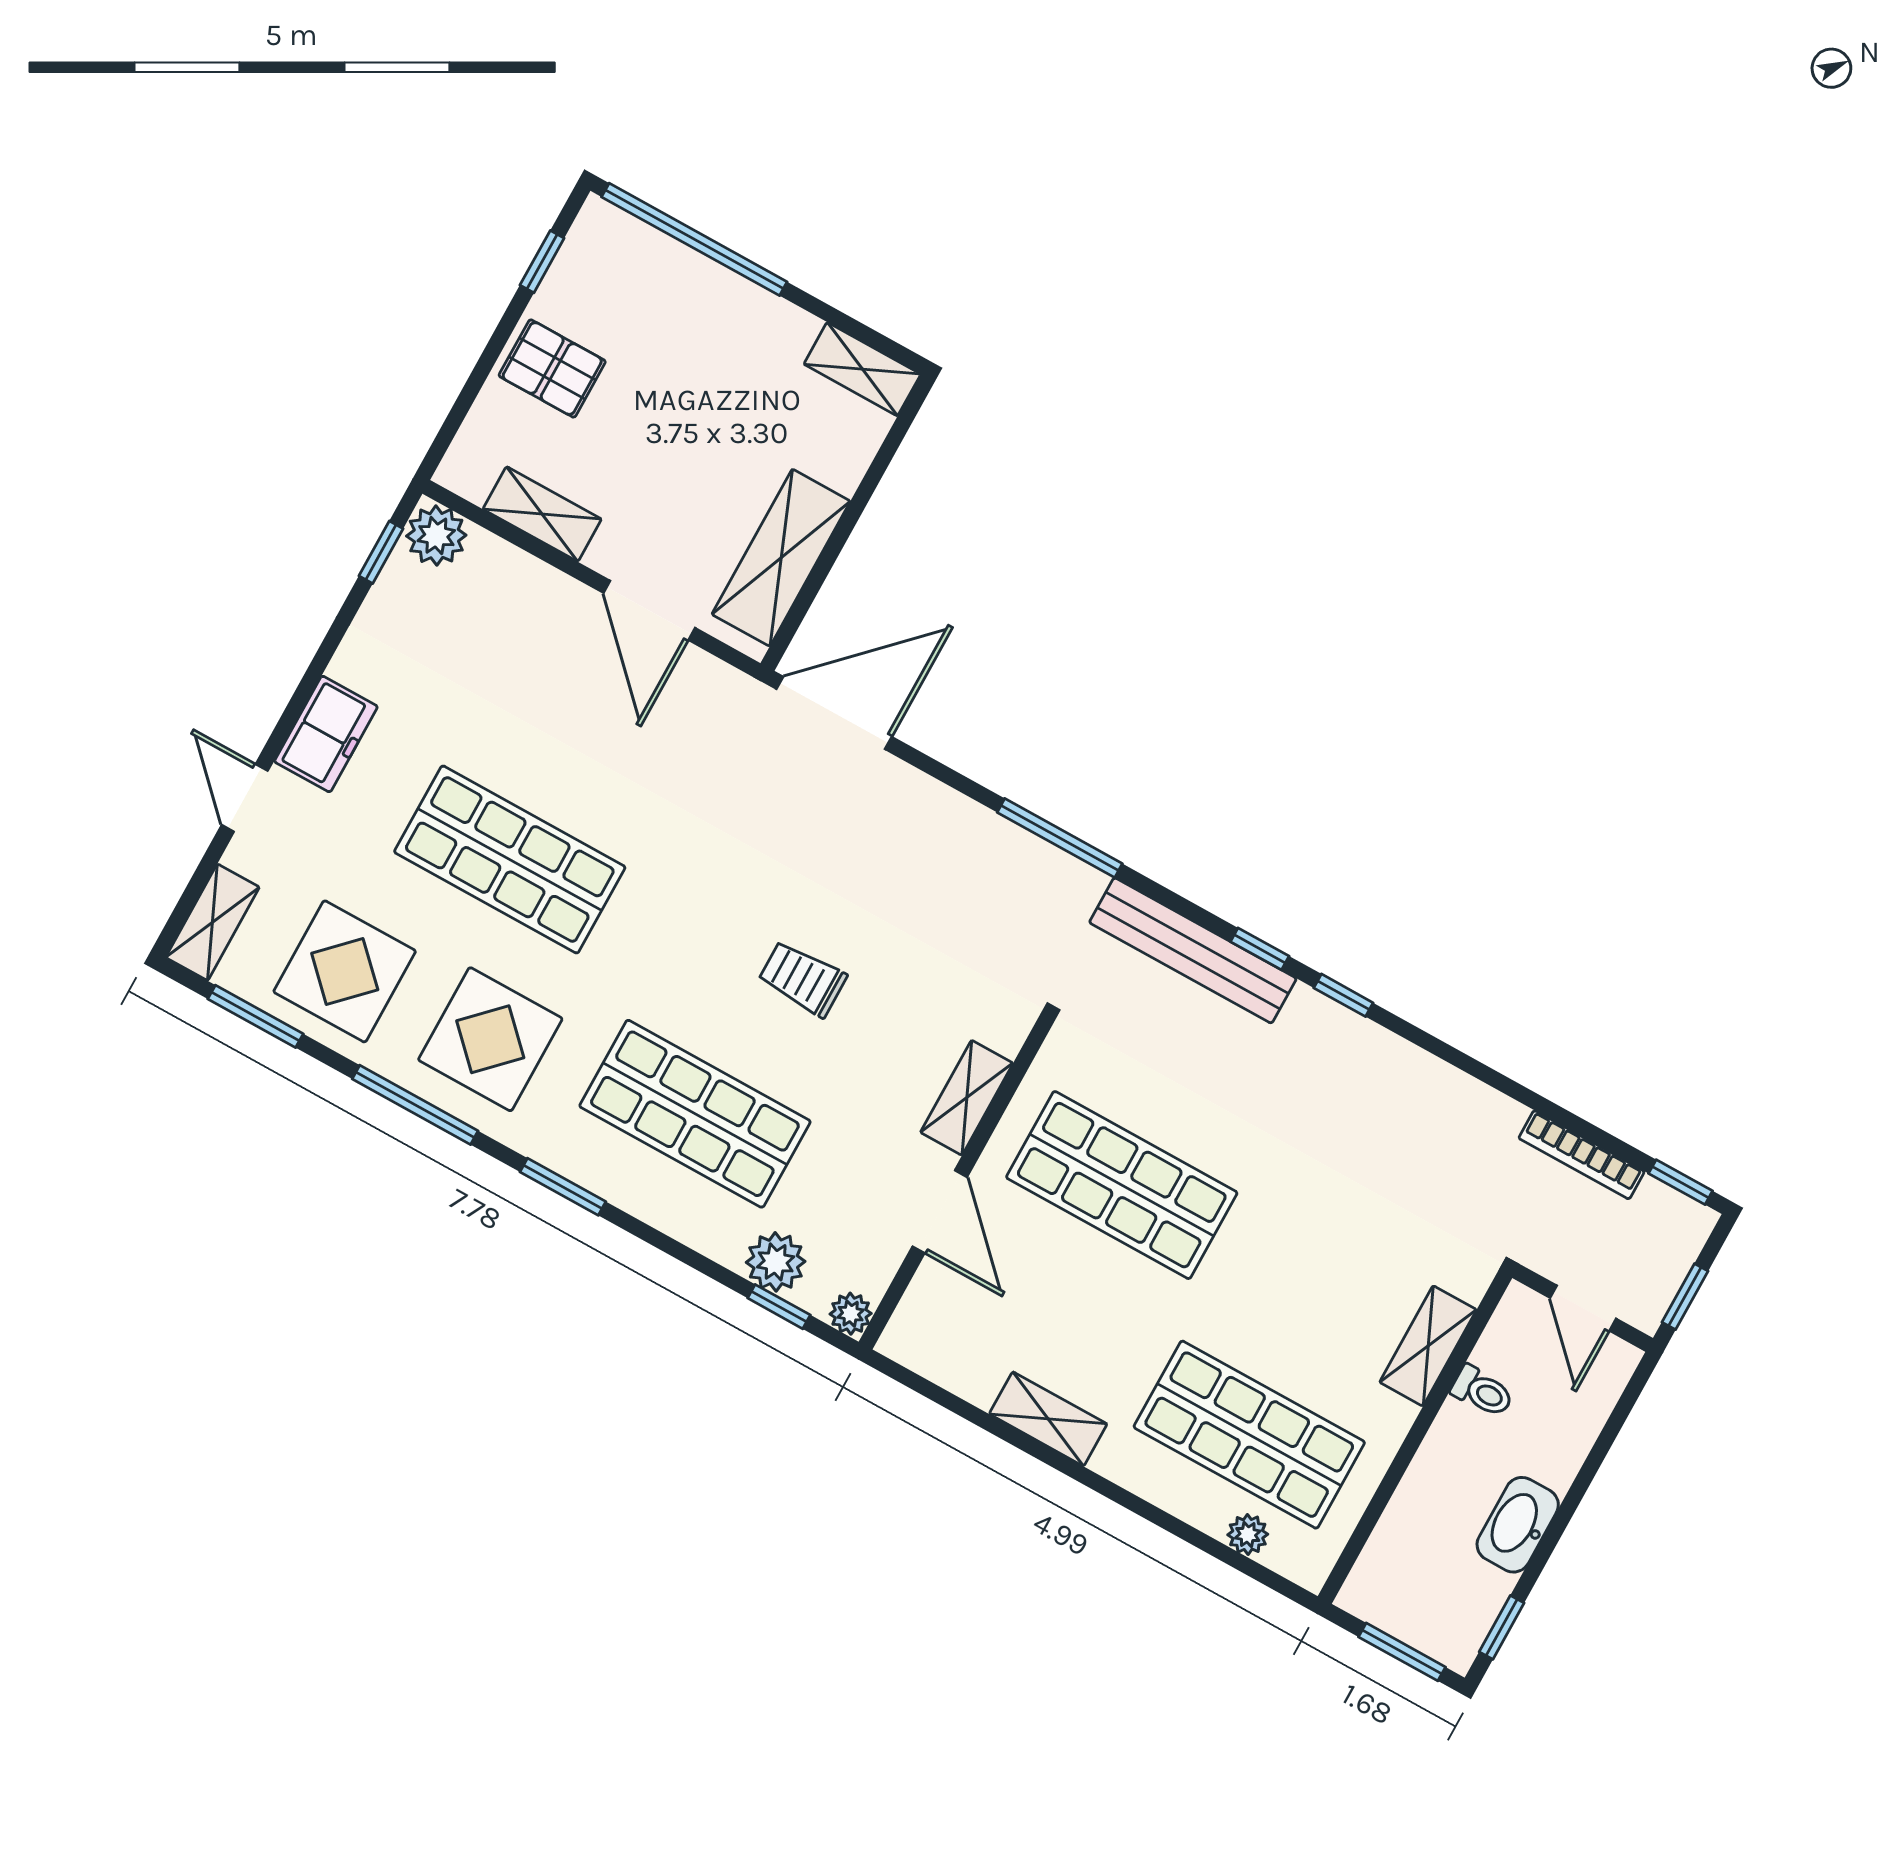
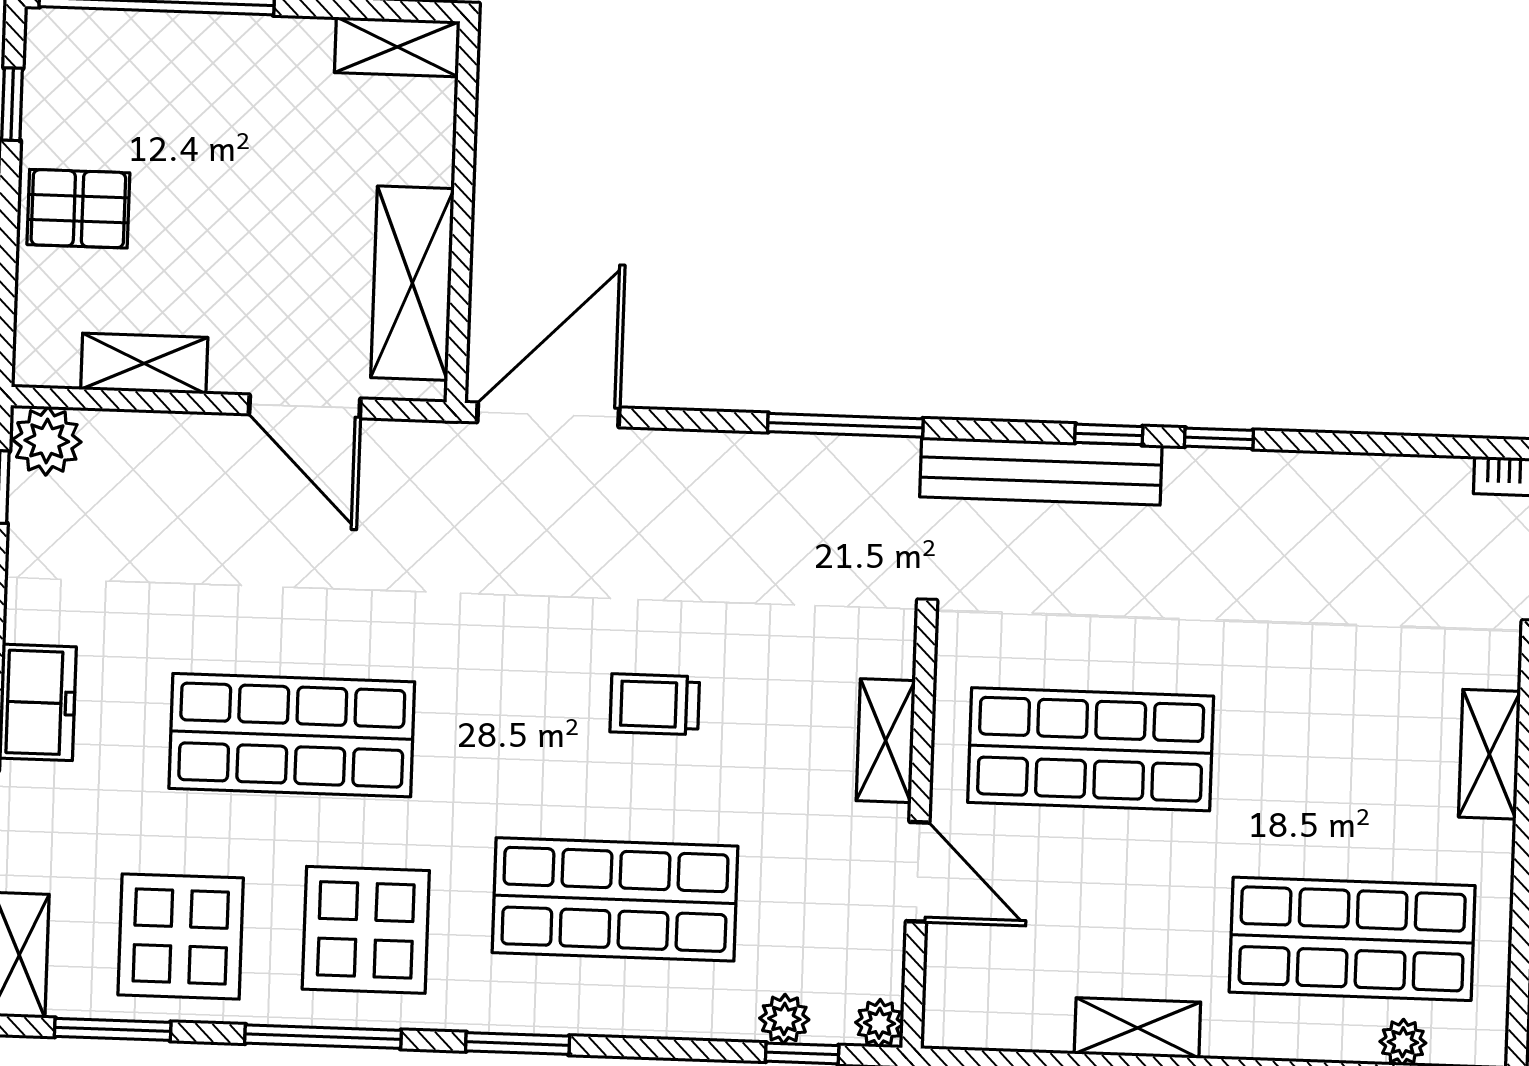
plant: (776, 1262) -> (784, 1019), width x0.73, depth x0.73

